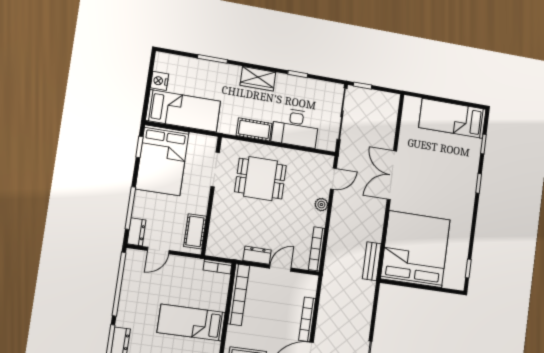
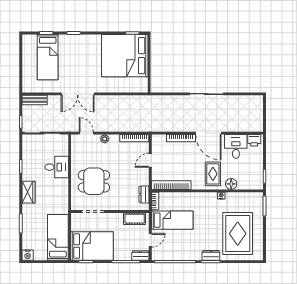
nightstand: (159, 81) -> (28, 255), moved
bed: (452, 118) -> (48, 57), moved
desk: (295, 128) -> (57, 167), width x0.73
cot: (254, 129) -> (62, 190), removed
dining table: (261, 179) -> (94, 181), turned 90
bed: (415, 249) -> (125, 56), moved
door: (158, 251) -> (150, 240), hinge flipped
dresser: (257, 255) -> (144, 194), moved
bench: (372, 261) -> (35, 100), moved
door: (280, 268) -> (150, 160), hinge flipped
bed: (191, 322) -> (172, 220), moved, turned -90

